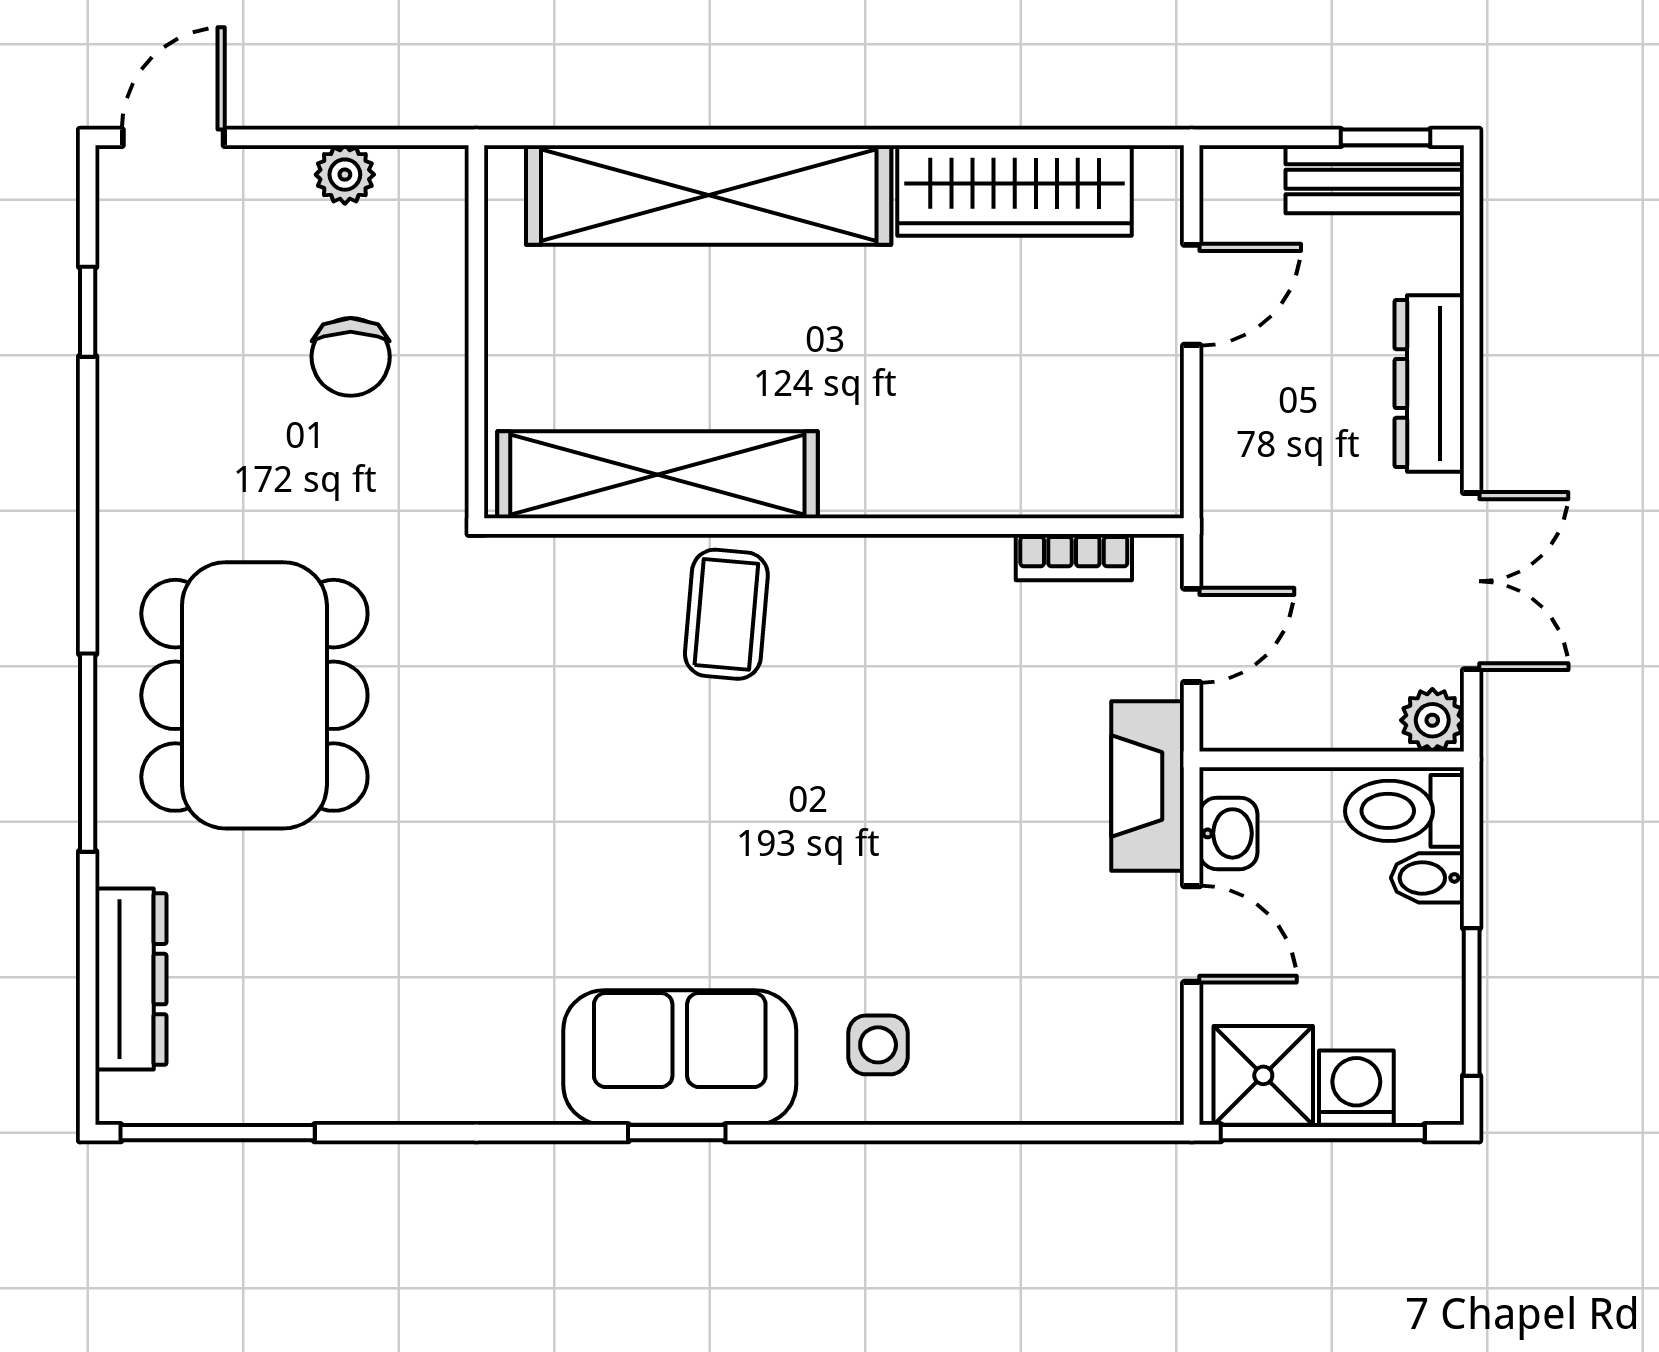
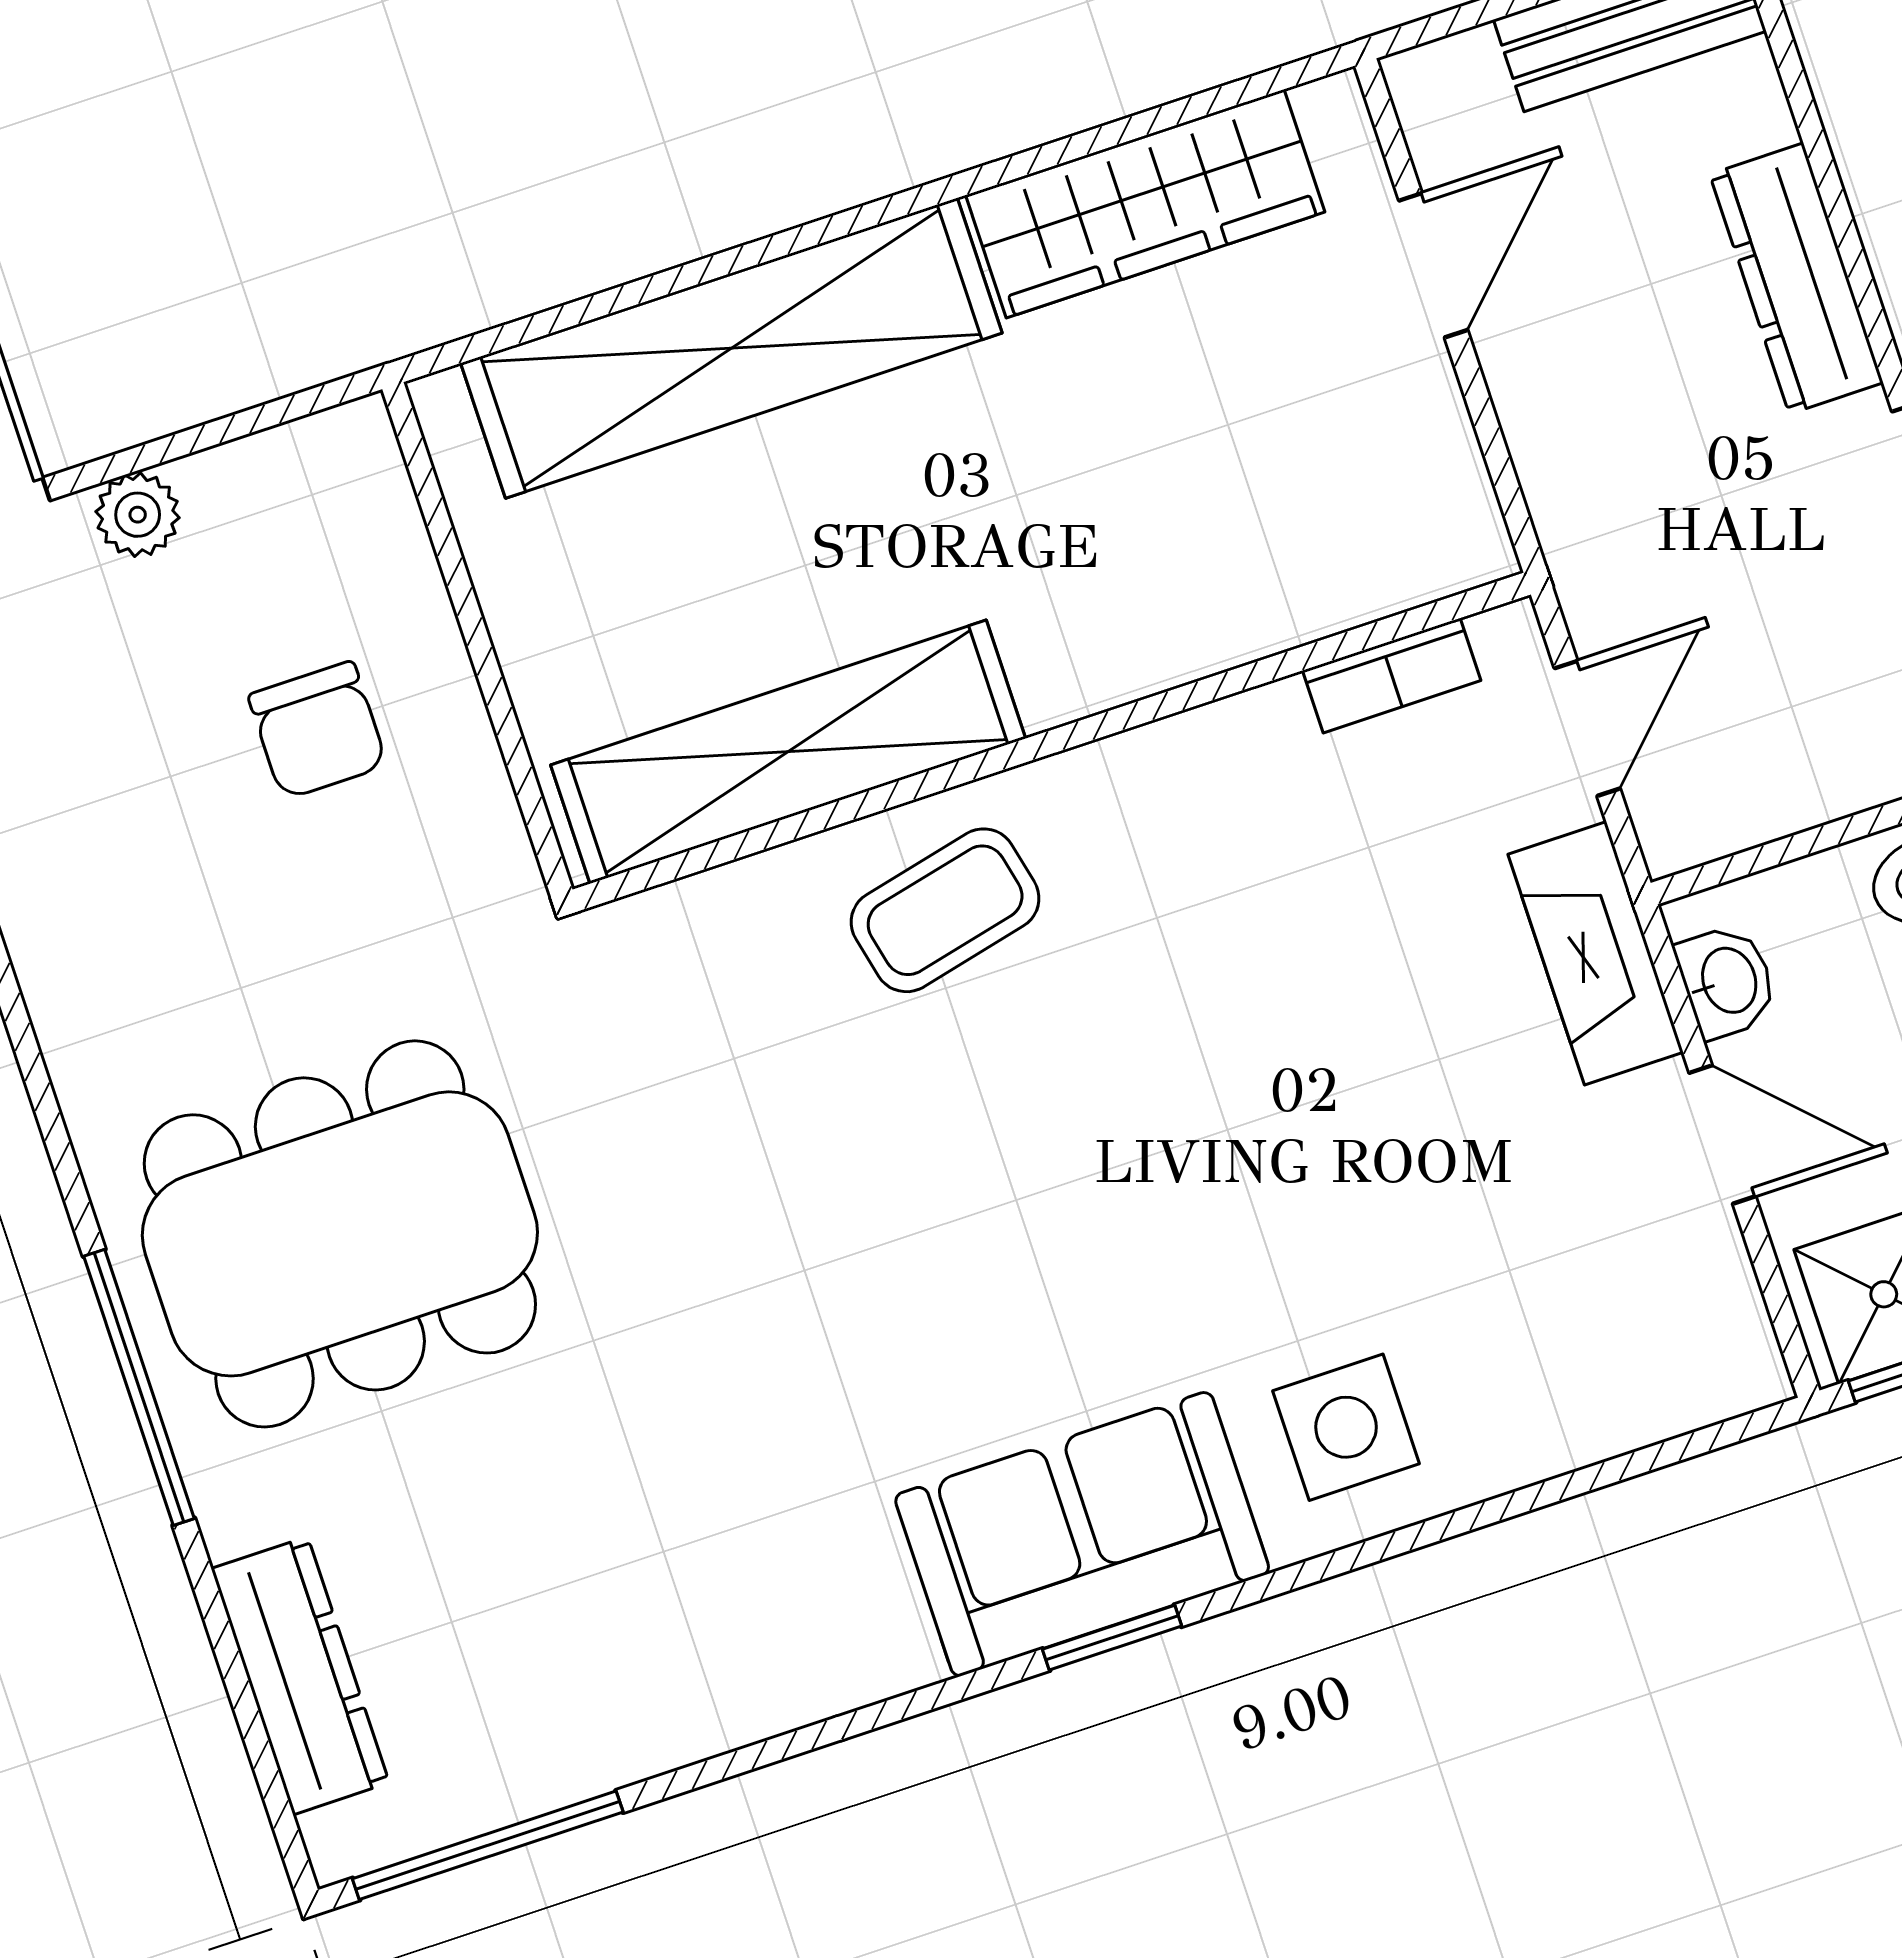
plant: (345, 175) -> (138, 515), moved
coffee table: (726, 614) -> (945, 910), turned 72
dining table: (254, 695) -> (340, 1234), turned 90
side table: (878, 1045) -> (1346, 1427), width x1.37, depth x1.37

